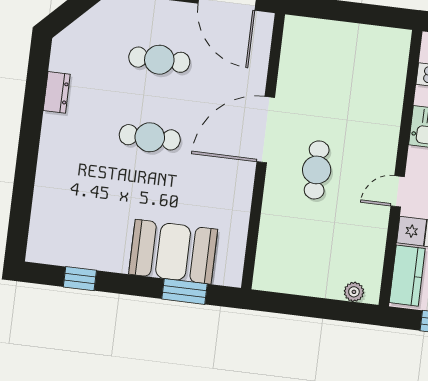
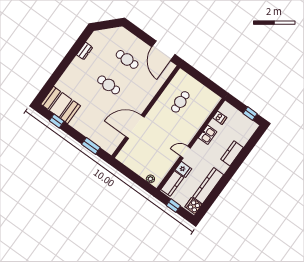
door: (266, 130) -> (135, 127), moved
cafe table: (317, 170) -> (180, 102), moved
booth: (173, 252) -> (61, 105), moved

